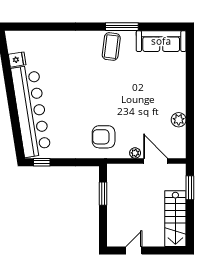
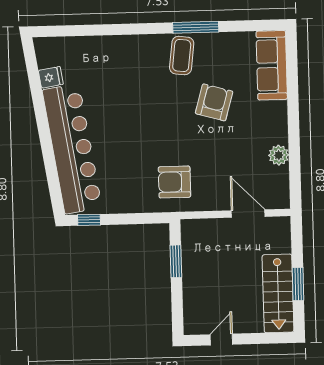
sofa: (161, 41) -> (272, 65), moved, turned 90
armchair: (133, 81) -> (214, 102), added
plant: (135, 153) -> (219, 203), removed
window: (190, 188) -> (298, 284), moved

